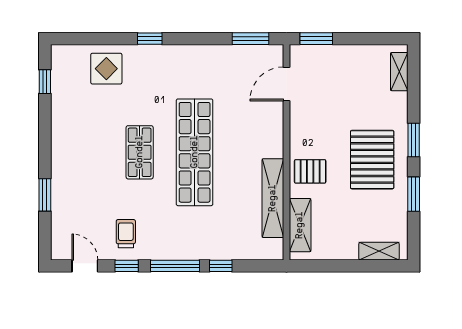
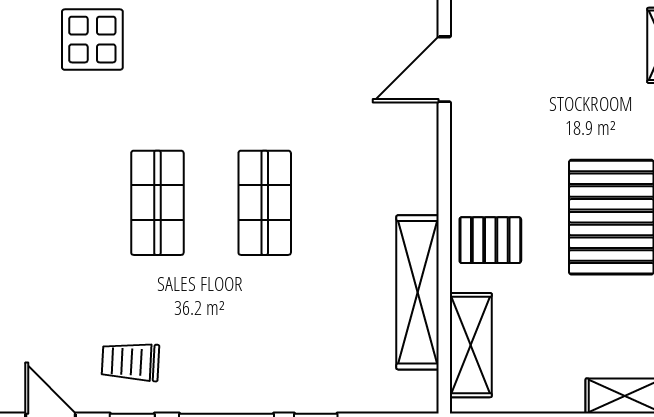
shop shelf: (195, 152) -> (265, 203), width x0.50, depth x0.74
trolley: (126, 234) -> (130, 362), turned -87

